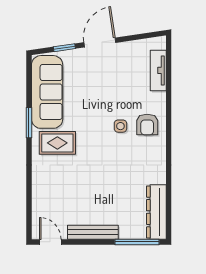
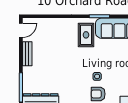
bench: (93, 232) -> (27, 54), width x0.73

